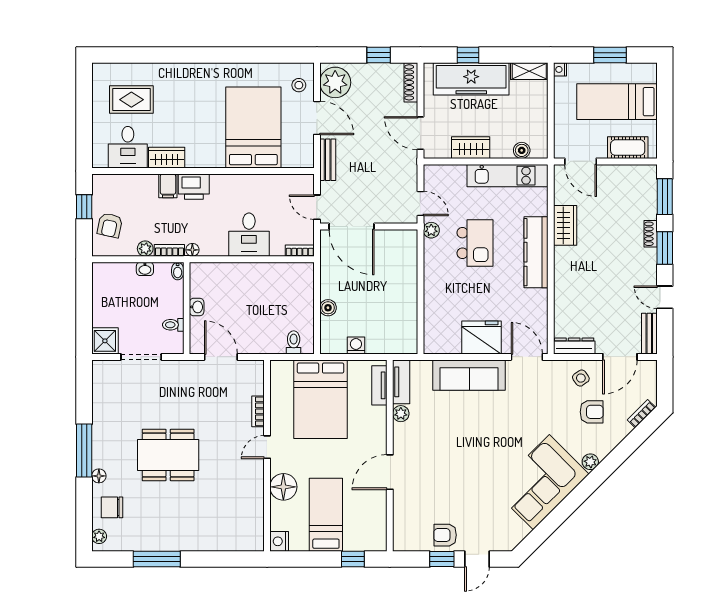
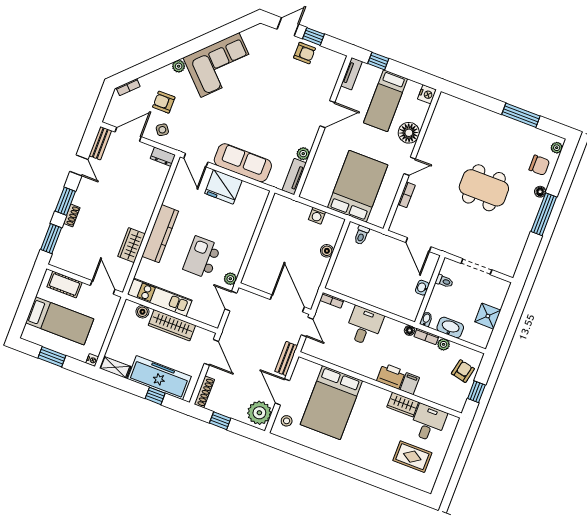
wardrobe: (471, 148) -> (172, 325), width x1.50
washbasin: (145, 269) -> (450, 327), width x1.91, depth x1.45
shower: (105, 341) -> (488, 316), moved
dresser: (574, 346) -> (163, 157), width x0.70
tv unit: (379, 385) -> (351, 74), moved

